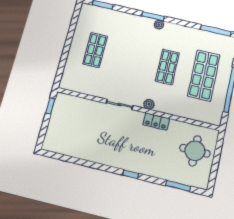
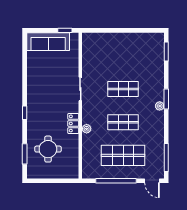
shop shelf: (95, 50) -> (123, 89), moved
plant: (149, 104) -> (87, 129), moved
sofa: (58, 128) -> (48, 42), added
round table: (195, 151) -> (48, 149), moved

